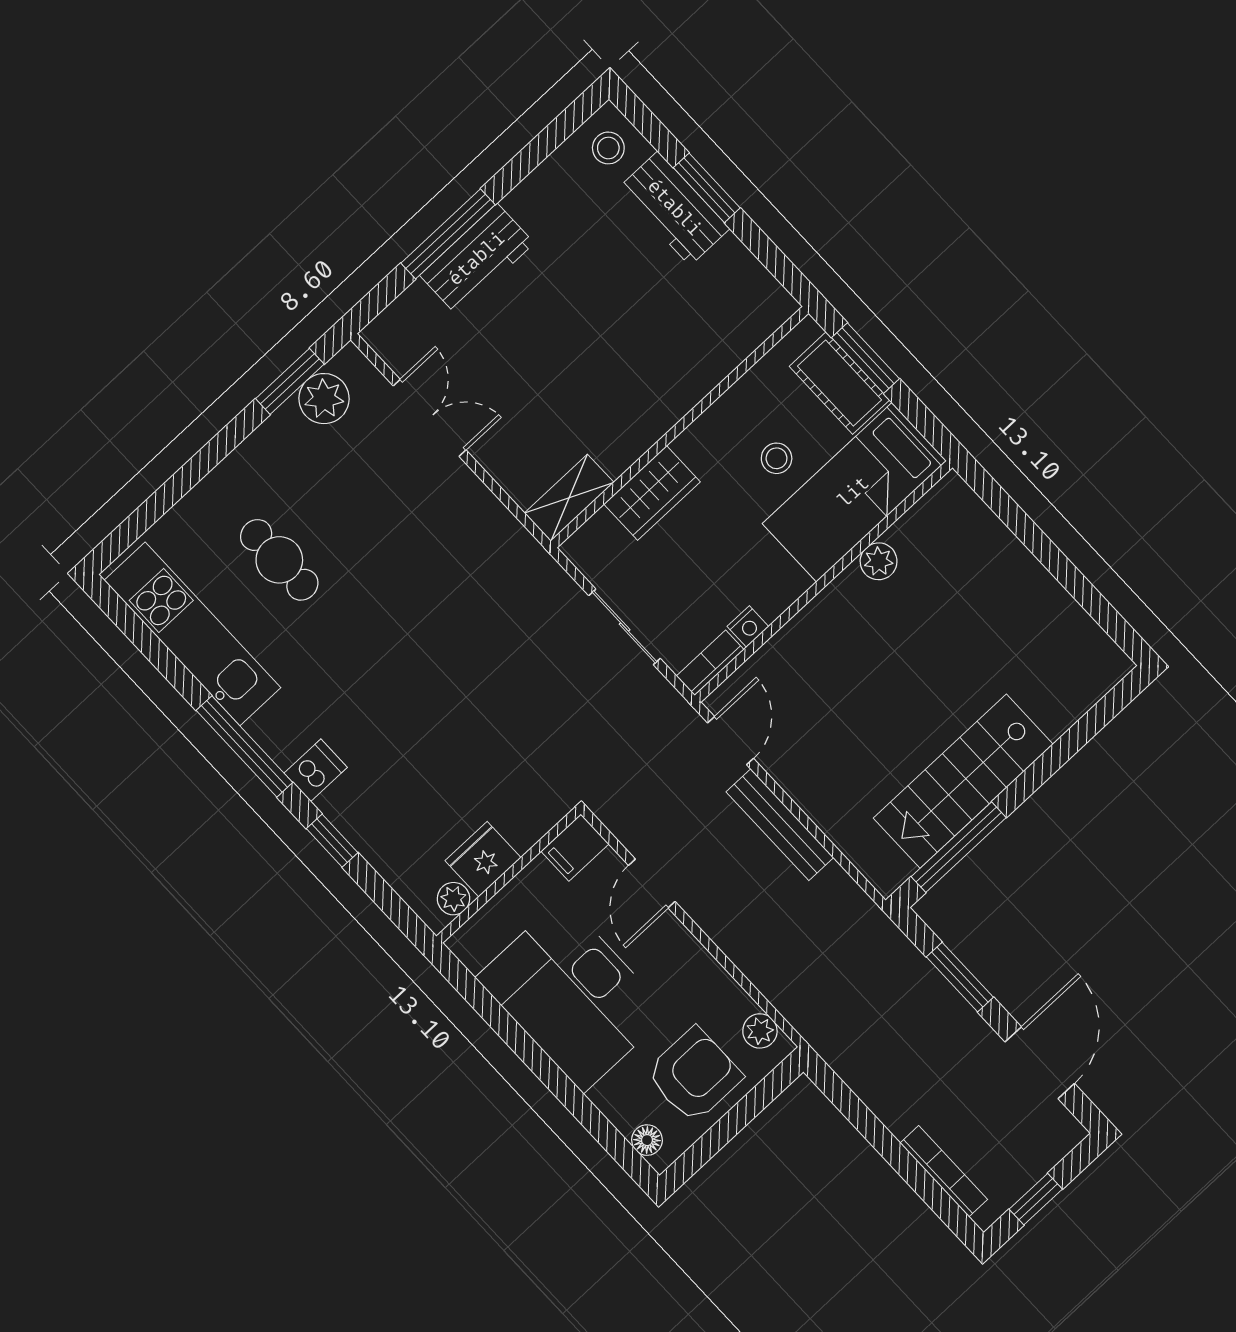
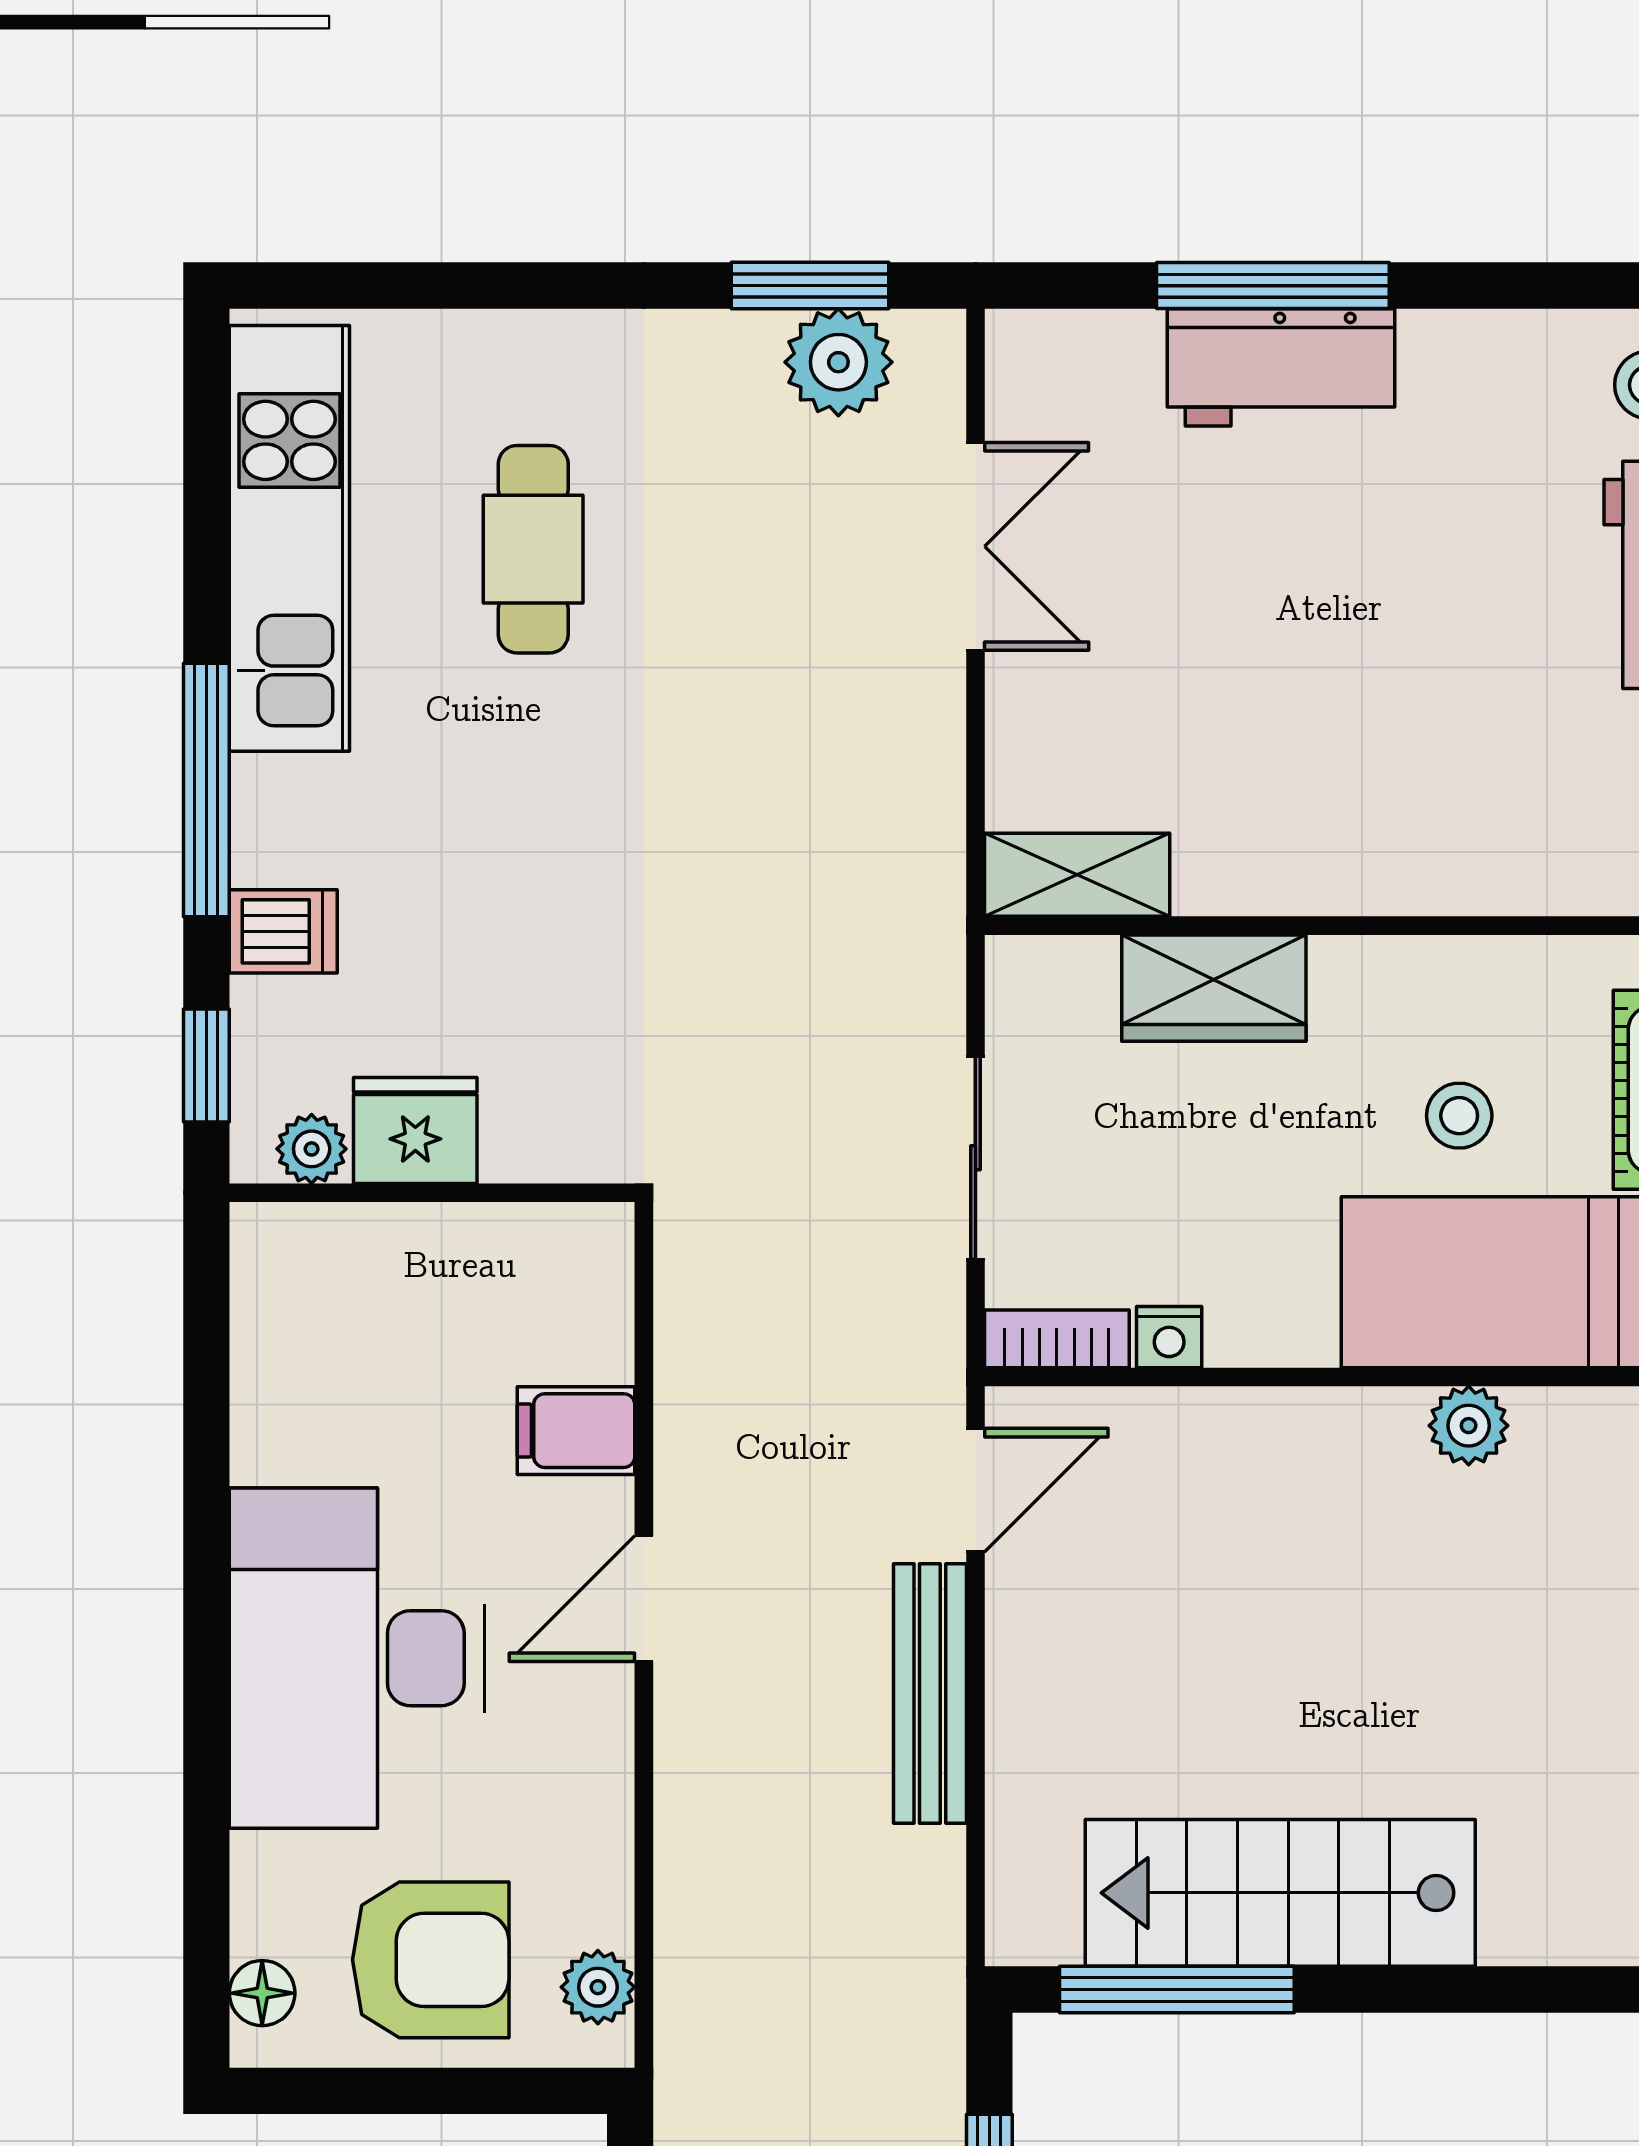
fridge: (483, 859) -> (415, 1130), moved
wall: (509, 875) -> (432, 1193), moved
plant: (453, 899) -> (312, 1149), moved

